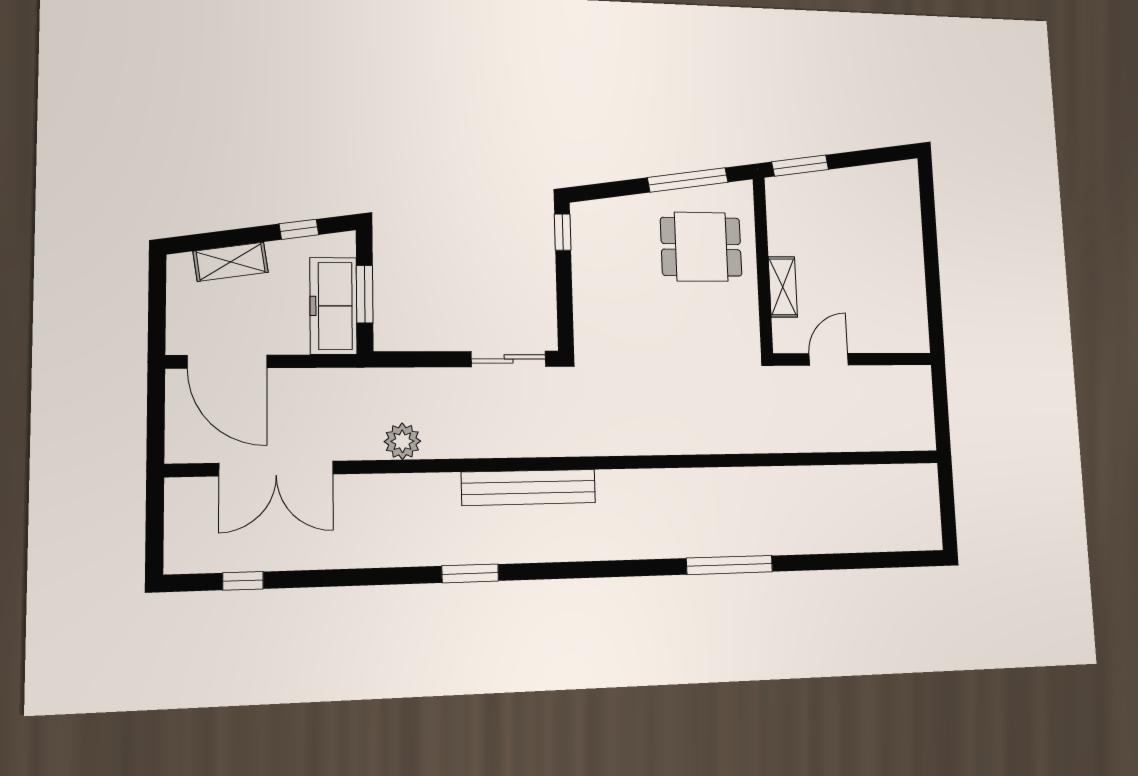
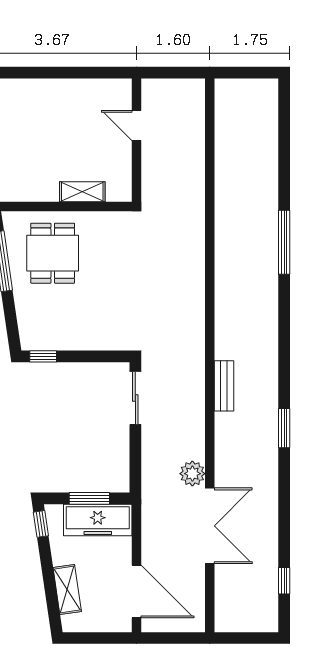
window: (299, 229) -> (41, 524), moved
door: (829, 359) -> (136, 125), moved
door: (227, 362) -> (136, 592), hinge flipped
double door: (276, 469) -> (210, 526), moved
bench: (529, 487) -> (224, 386), width x0.54, depth x0.82

